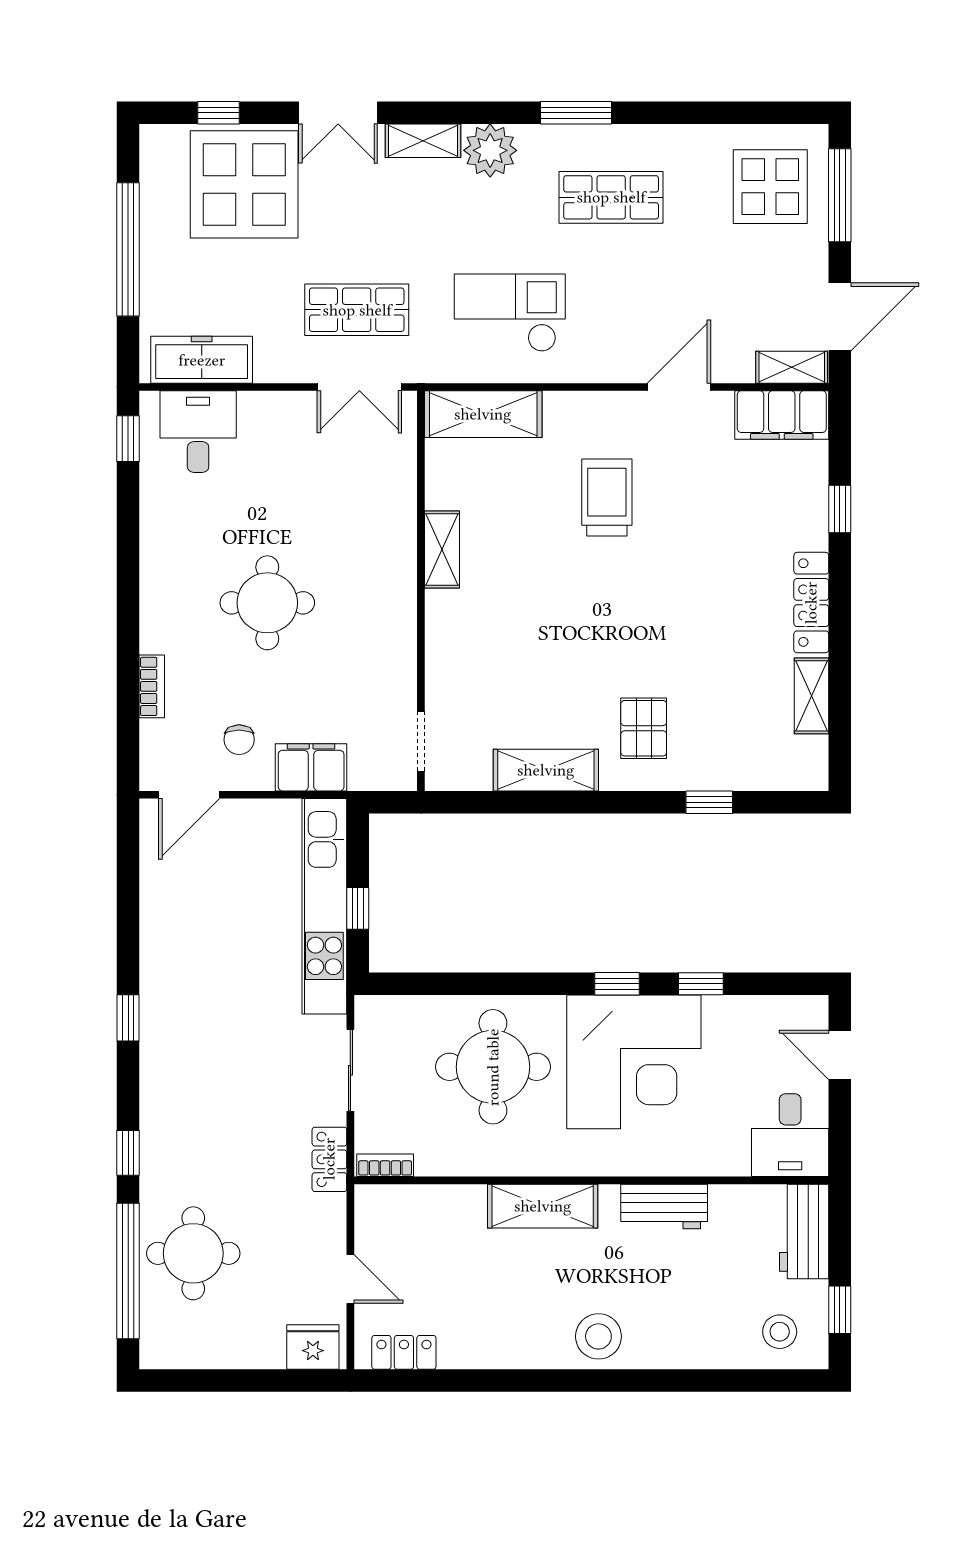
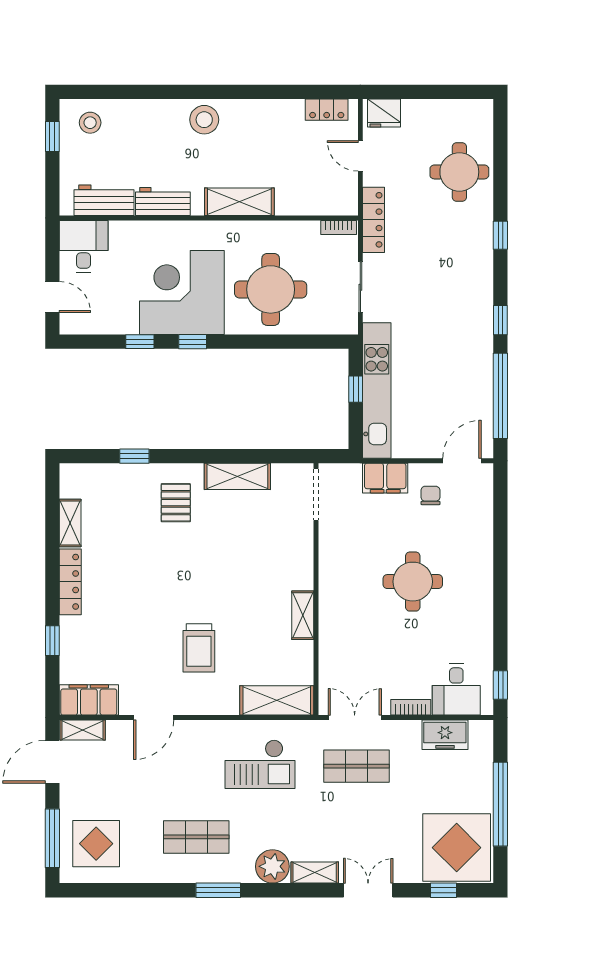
display table: (244, 184) -> (457, 848), moved
freezer: (202, 360) -> (445, 735), width x0.71
bookcase: (152, 686) -> (411, 707), moved, turned 90
doorway: (421, 741) -> (316, 494), width x1.38
locker: (329, 1159) -> (374, 220), width x1.53
workbench: (804, 1231) -> (104, 200), moved, turned -90
window: (128, 1271) -> (500, 396), moved

